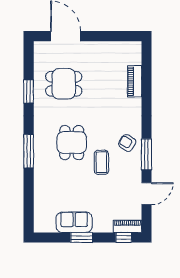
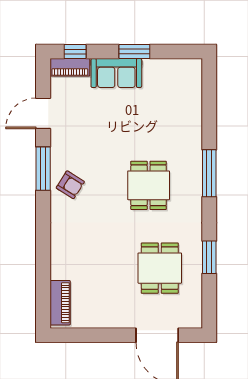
piano: (135, 81) -> (60, 303), moved
dining table: (64, 84) -> (160, 268), turned 90
coffee table: (101, 162) -> (107, 157), removed
sofa: (74, 222) -> (116, 73), moved

